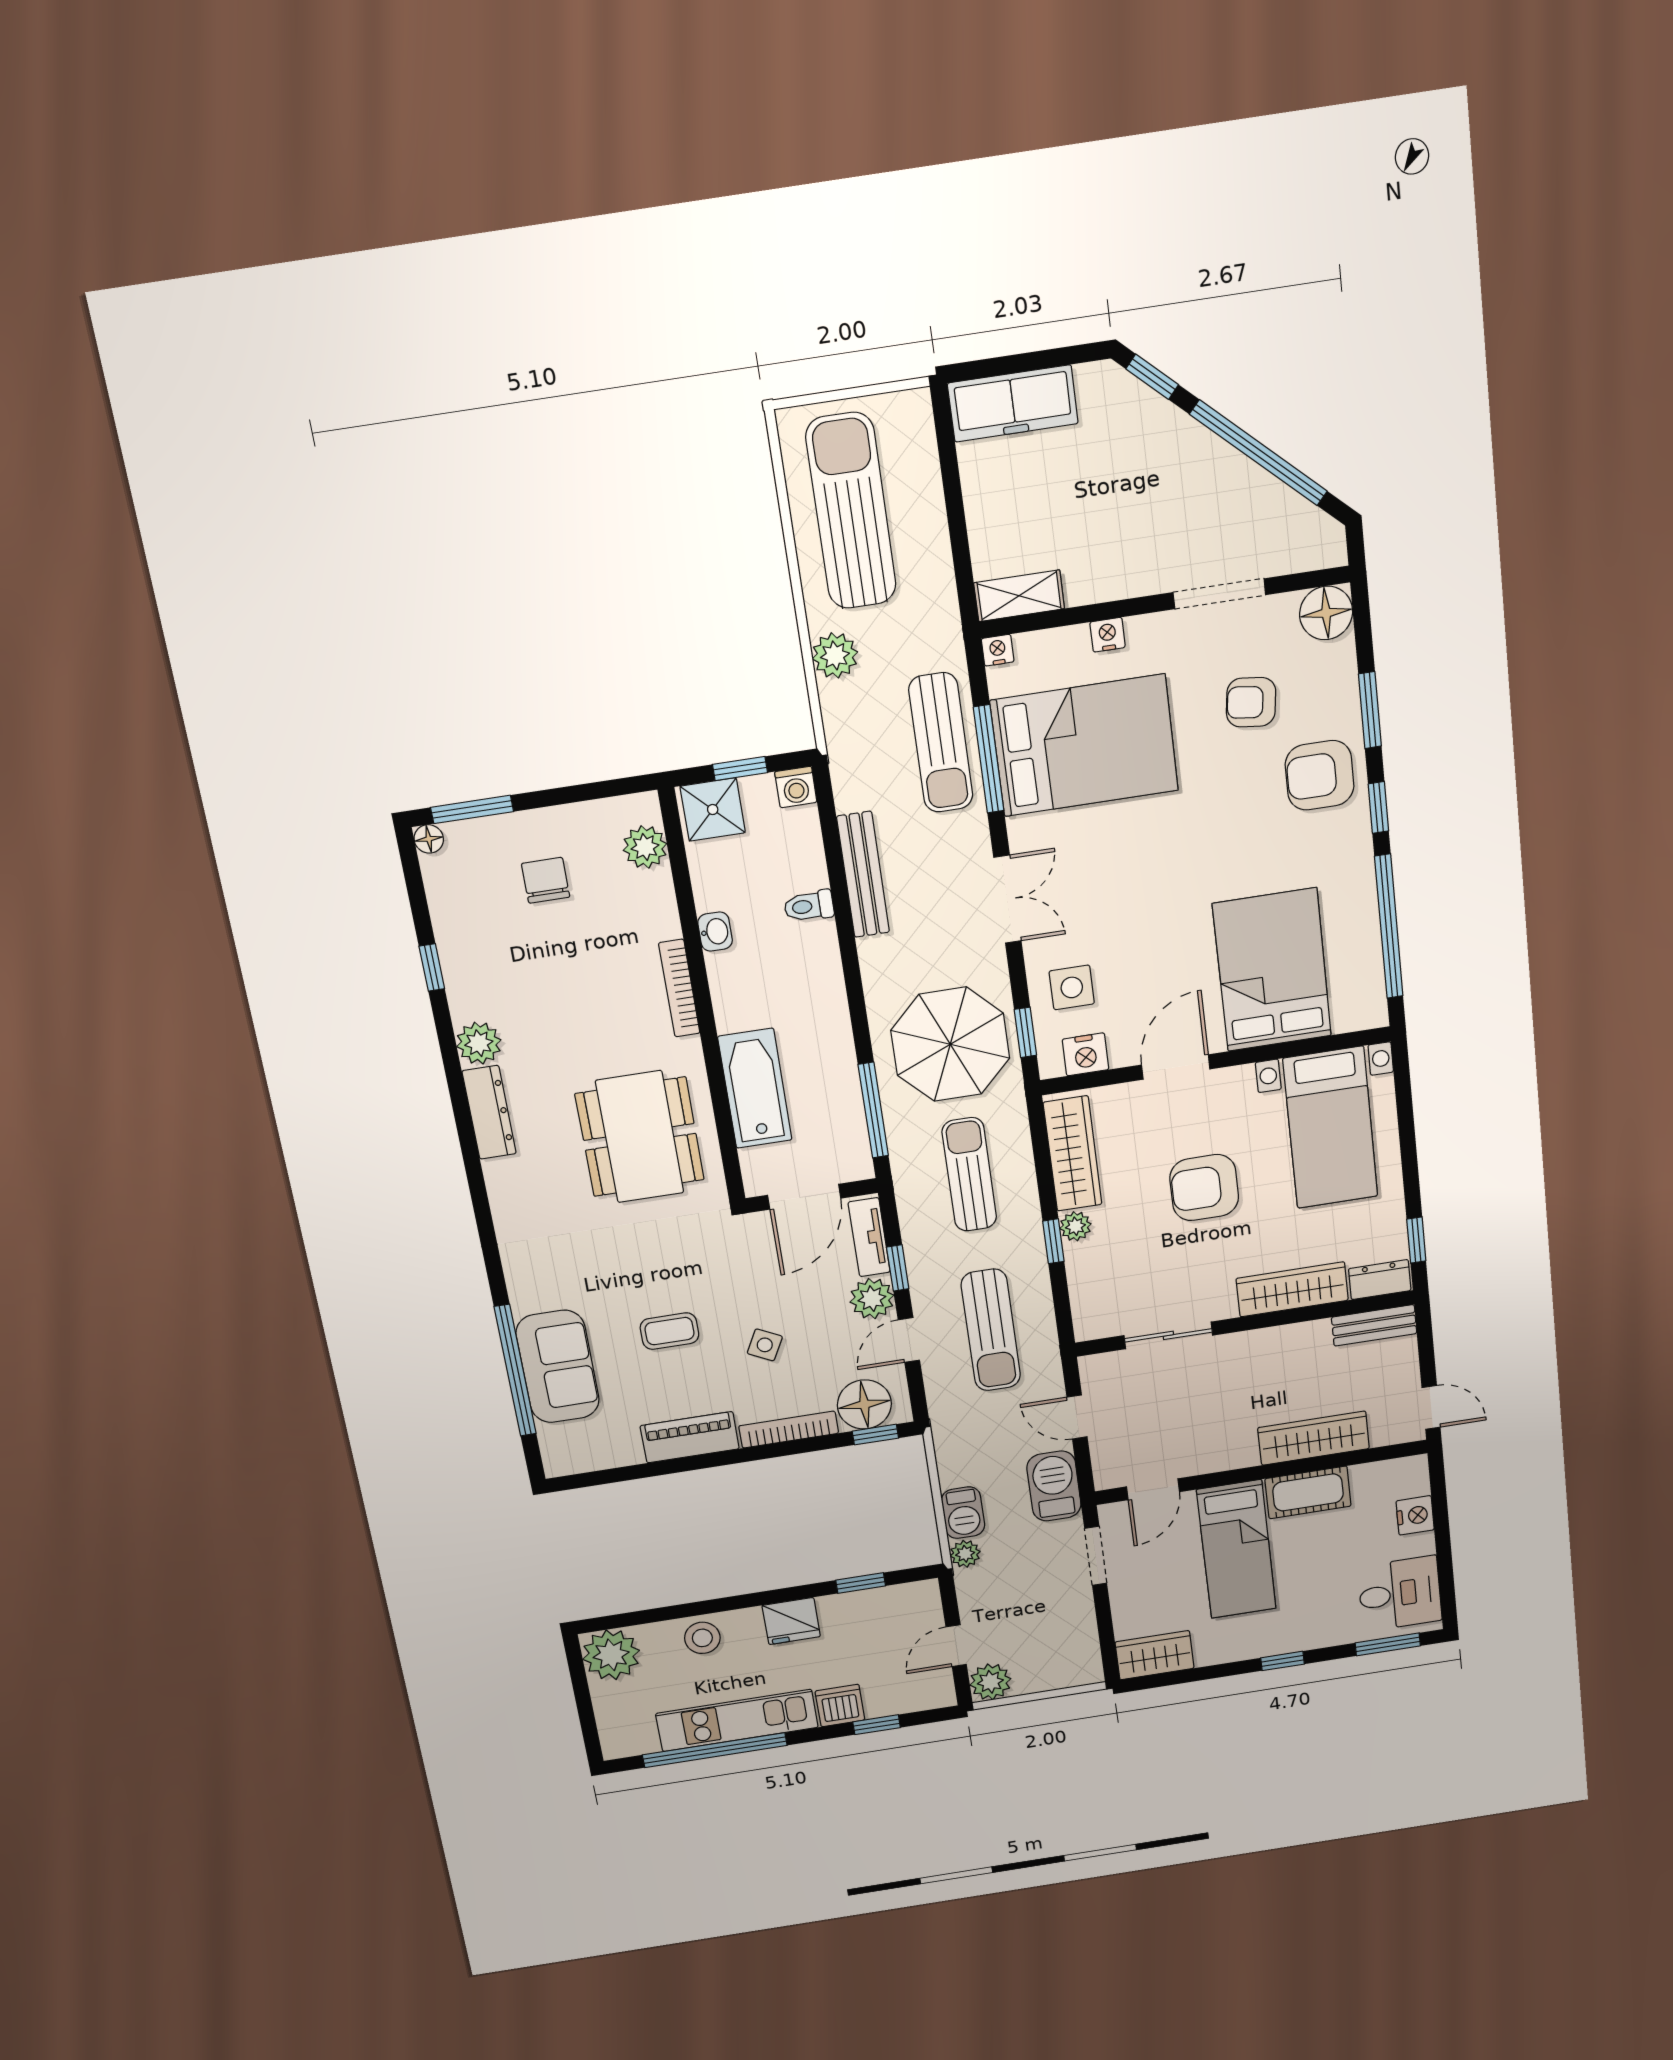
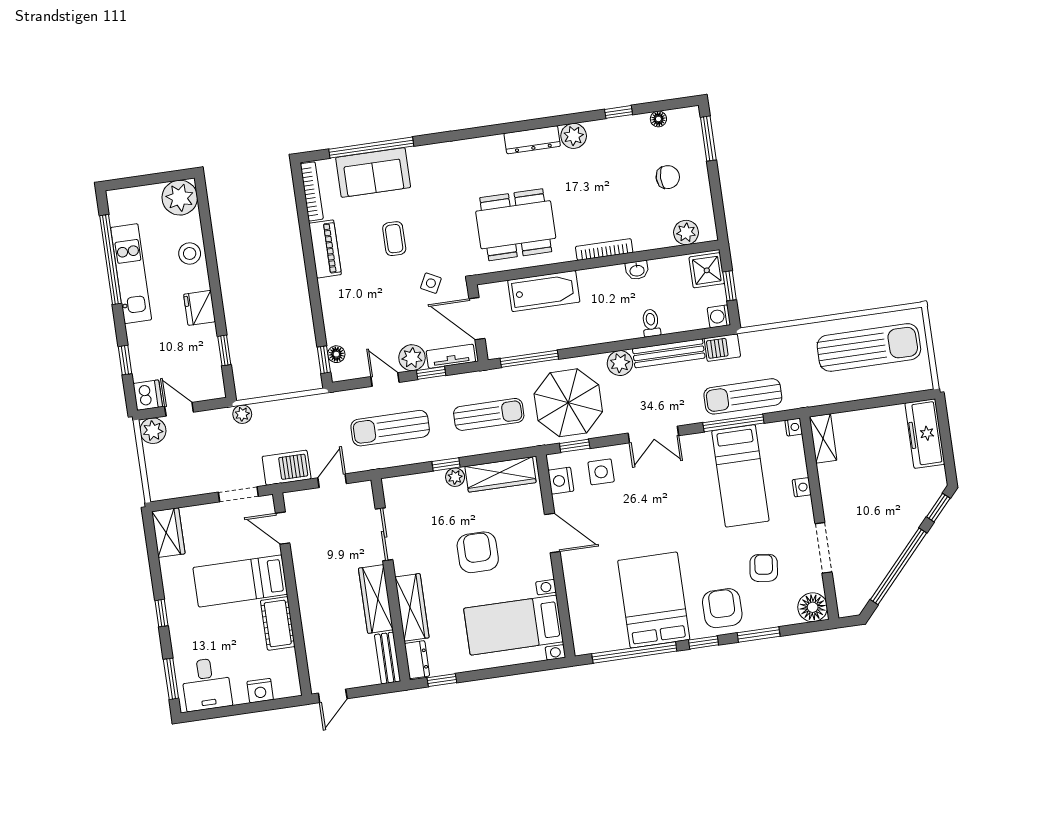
plant: (835, 655) -> (620, 363), moved
bed: (1084, 745) -> (740, 476), width x0.67
floor lamp: (429, 839) -> (658, 119), moved
bed: (1272, 970) -> (654, 600), moved, turned -90
side table: (765, 1345) -> (431, 283), moved
floor lamp: (864, 1404) -> (336, 354), width x0.53, depth x0.53
bookcase: (789, 1430) -> (312, 191), moved
wardrobe: (1314, 1438) -> (376, 599), moved, turned 180
barbecue: (963, 1513) -> (722, 348), moved
dishwasher: (840, 1706) -> (148, 395), moved

